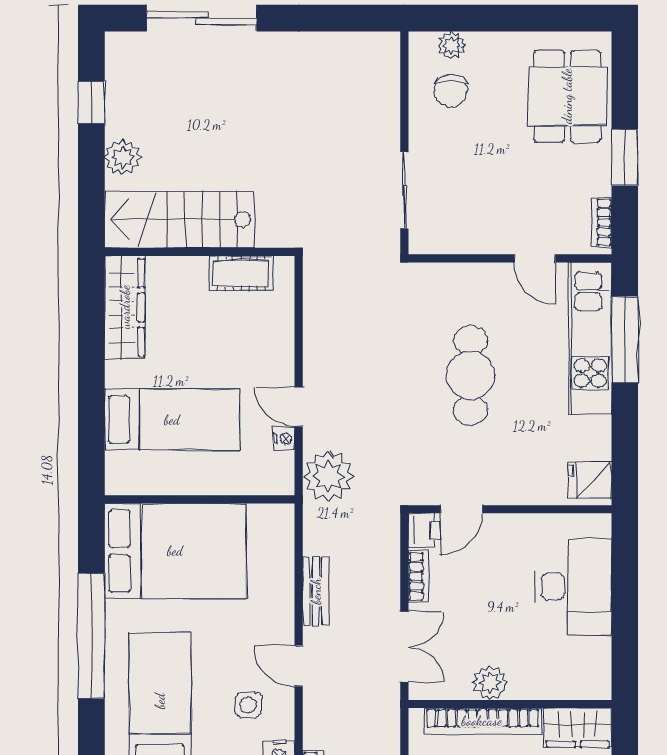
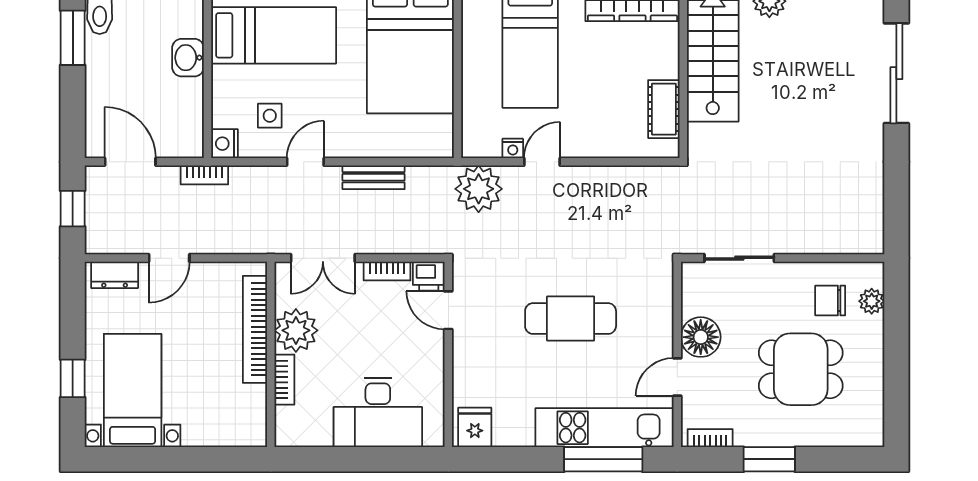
dining table: (567, 96) -> (801, 369), moved
floor lamp: (491, 233) -> (701, 337), added
plant: (490, 683) -> (296, 330), width x1.36, depth x1.36
bookcase: (538, 689) -> (284, 380), added
wardrobe: (578, 728) -> (249, 416), removed

